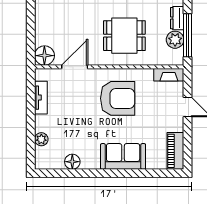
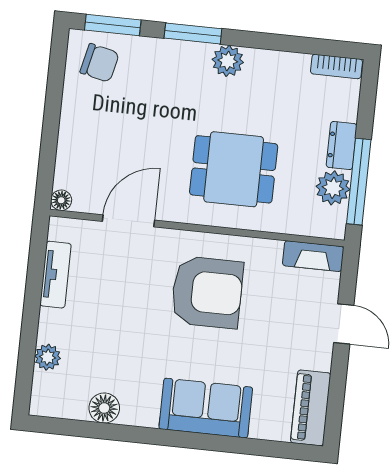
floor lamp: (44, 56) -> (61, 200), width x0.53, depth x0.53

